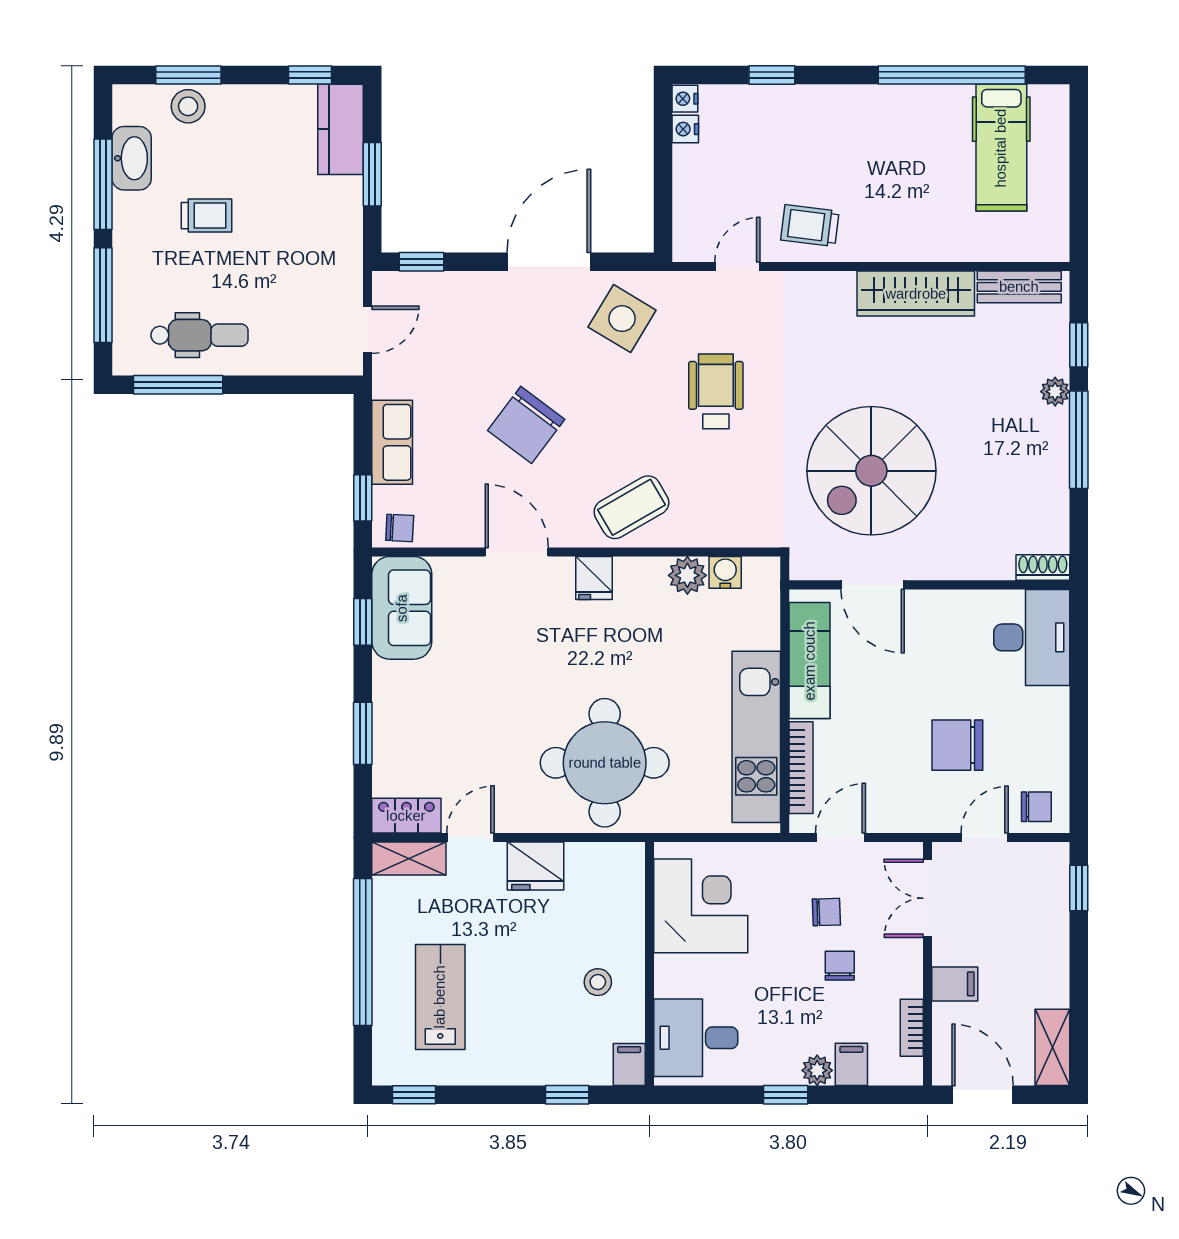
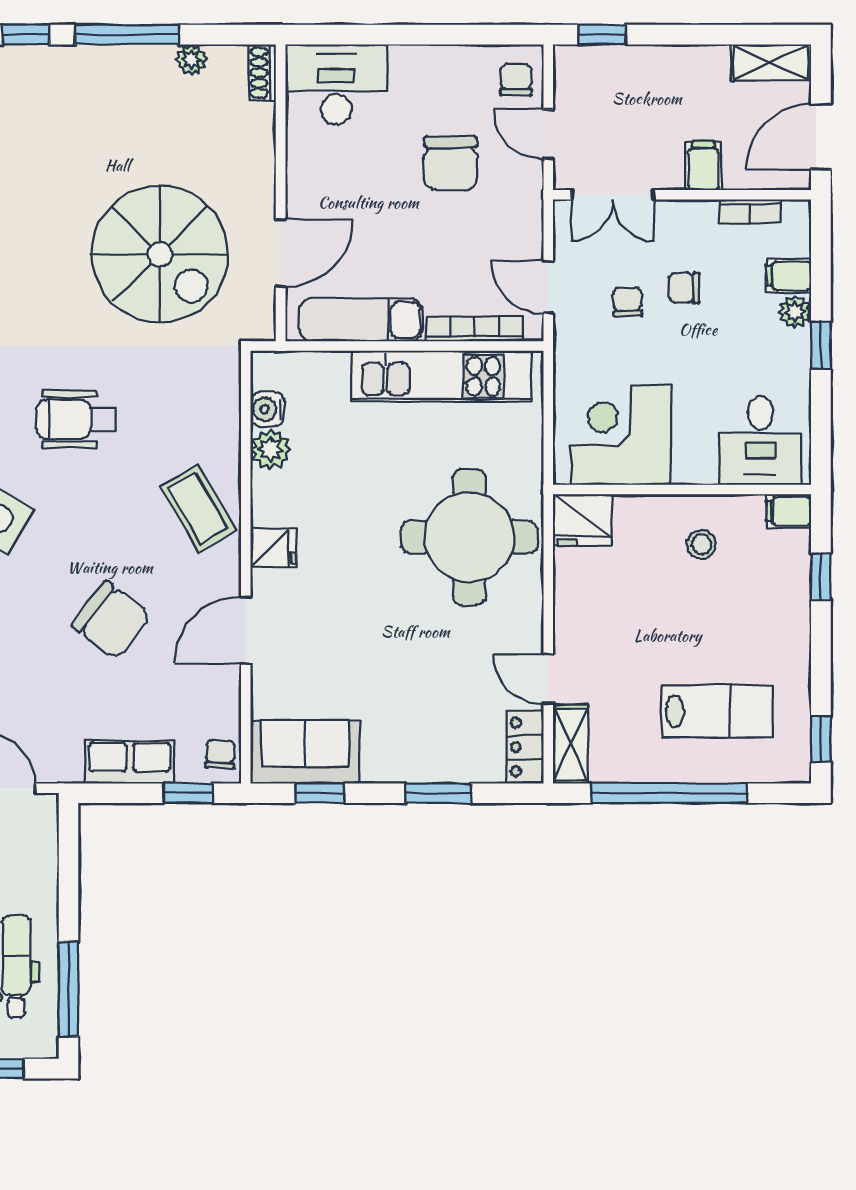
plant: (1055, 392) -> (191, 60), moved
fridge: (536, 866) -> (583, 520), moved, turned 90
lab bench: (440, 997) -> (717, 711), turned 180

